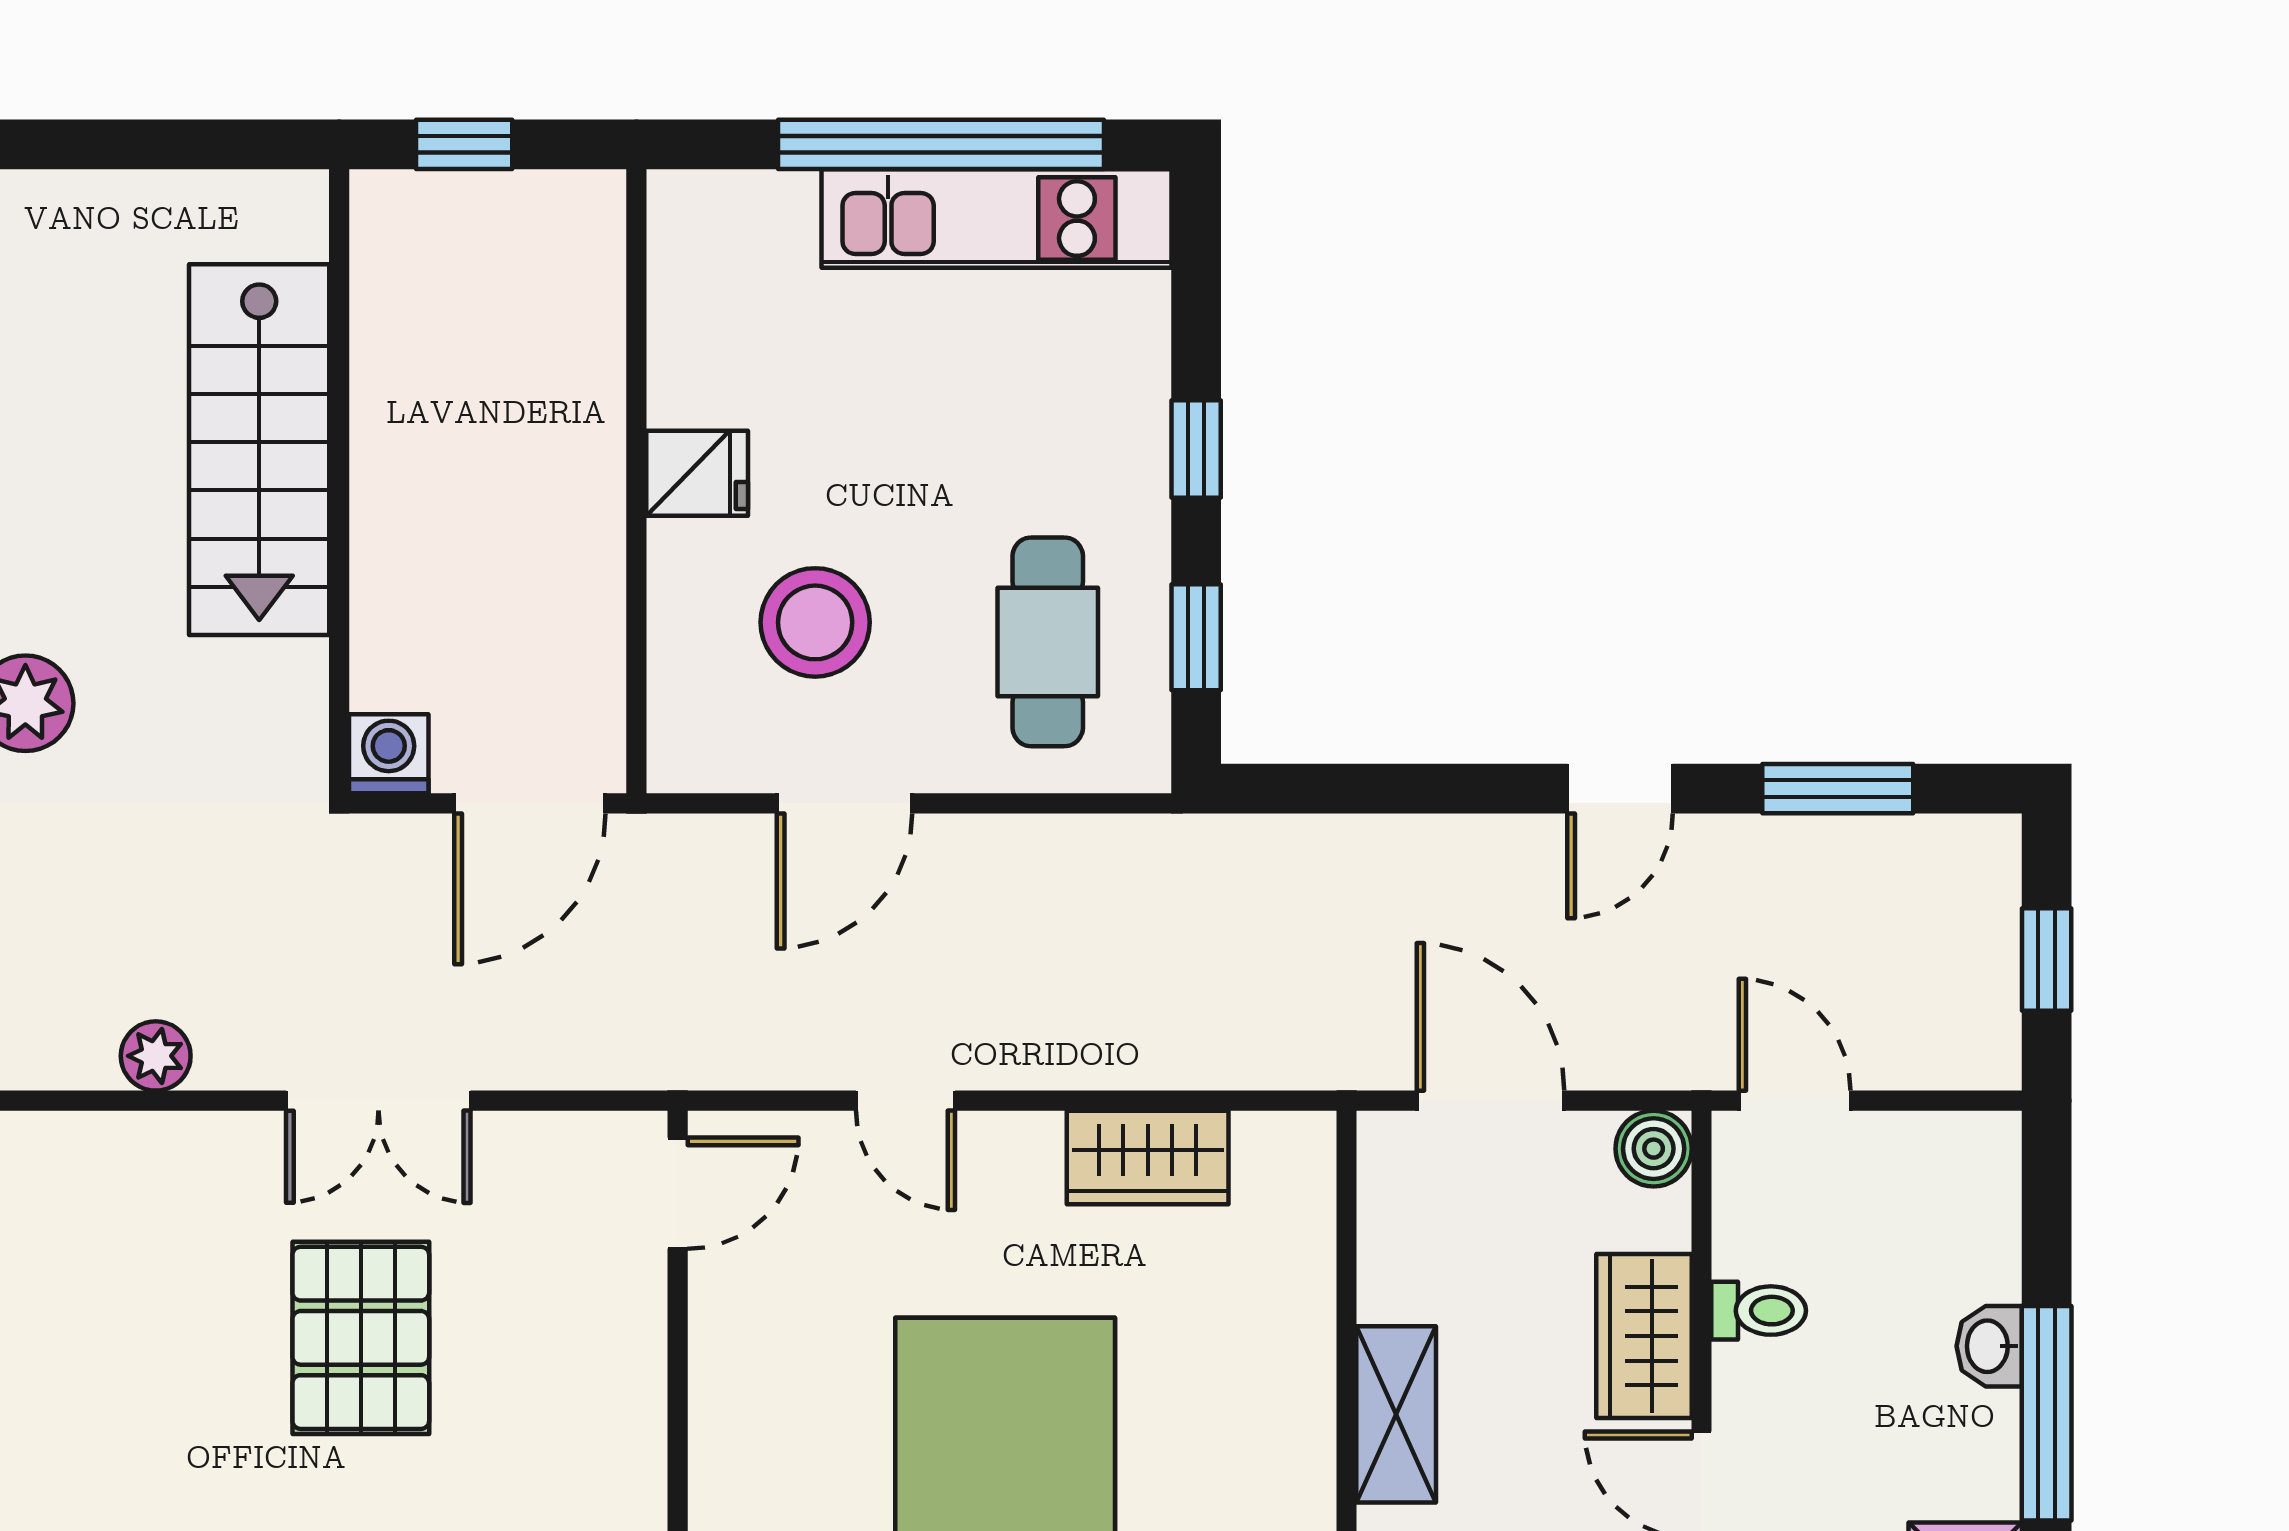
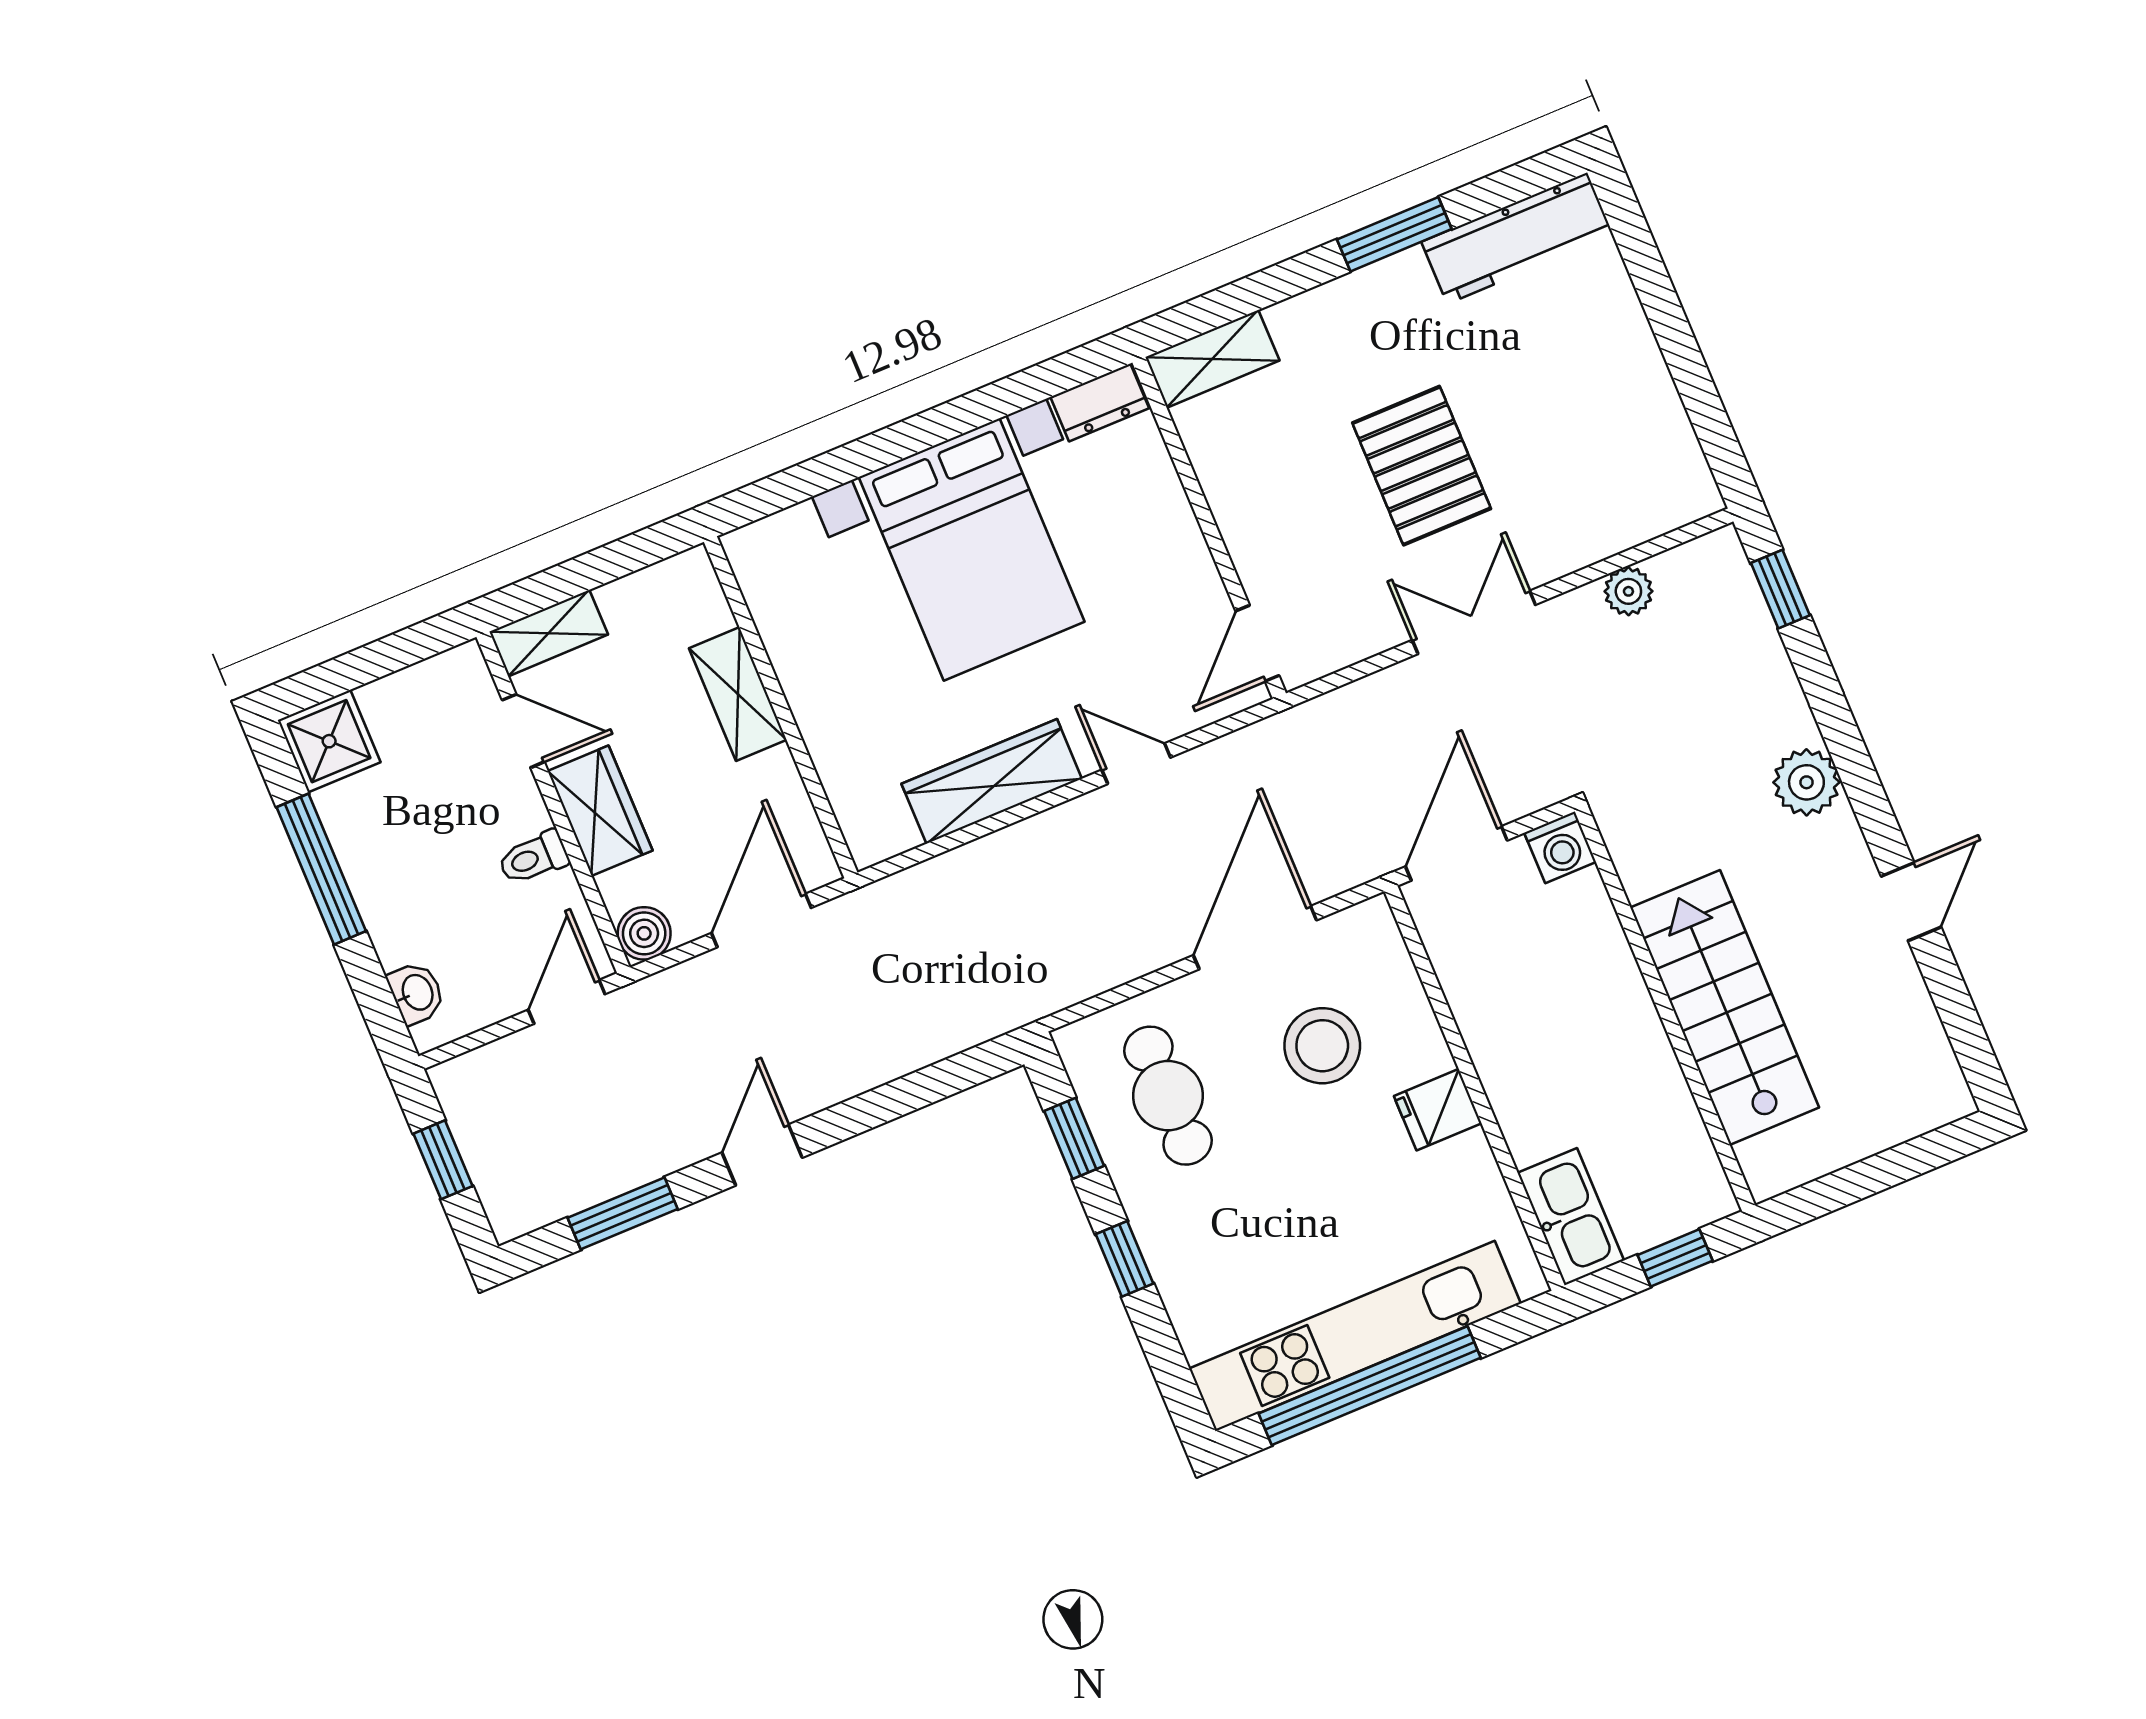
kitchen unit: (997, 219) -> (1355, 1336), width x1.36
kitchen sink: (580, 257) -> (1571, 1217), added
door: (844, 803) -> (1255, 938), width x1.36
door: (1491, 1101) -> (761, 920), swing flipped
door: (1795, 1101) -> (567, 1002), swing flipped
wardrobe: (1148, 1157) -> (992, 781), width x1.50
washbasin: (1989, 1346) -> (416, 993), moved

